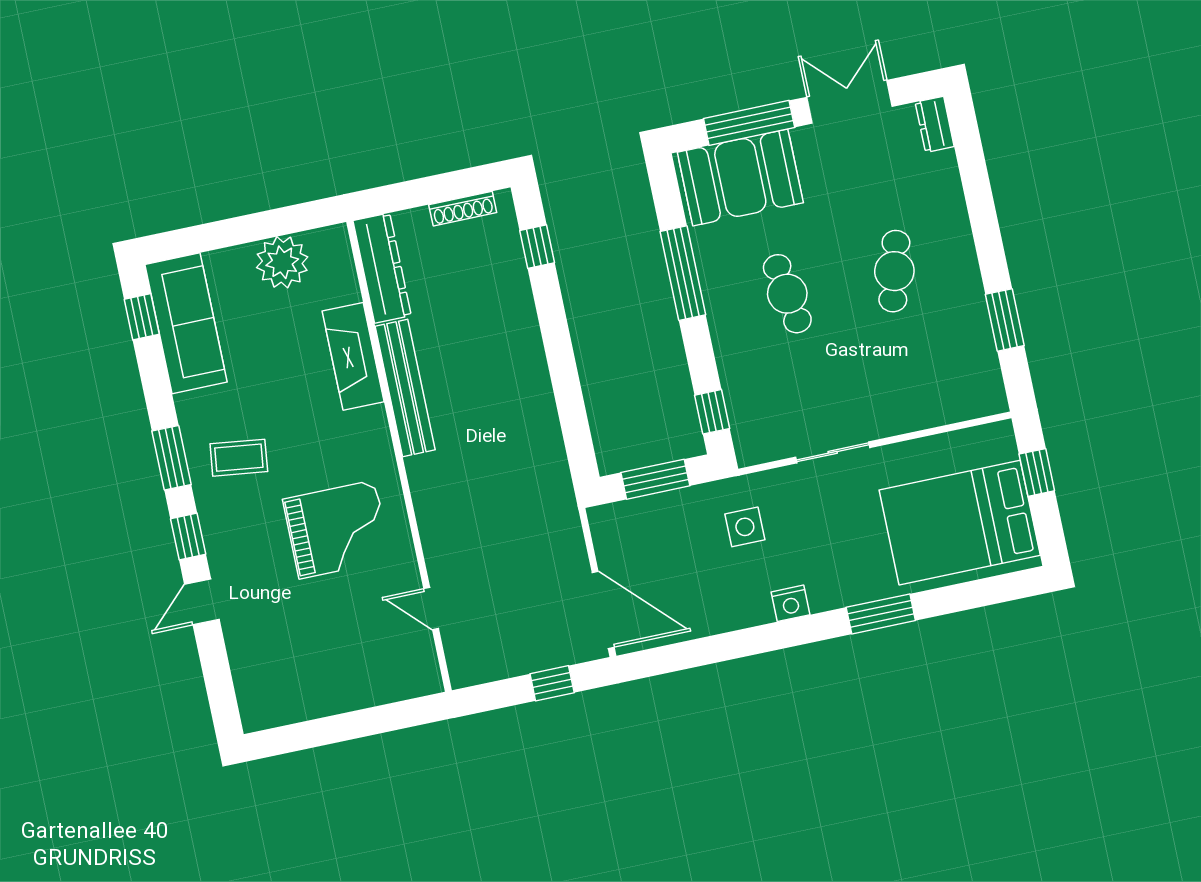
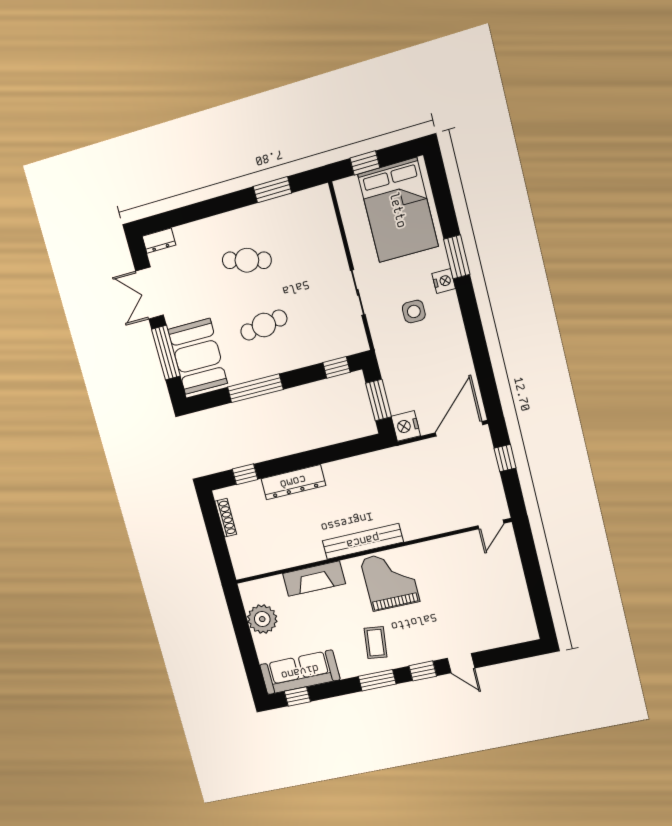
dresser: (382, 268) -> (293, 482), moved, turned 180
bench: (405, 388) -> (363, 541), moved
nightstand: (611, 523) -> (406, 426), added
side table: (745, 527) -> (414, 311), moved
grand piano: (337, 530) -> (390, 580), moved
nightstand: (790, 603) -> (444, 281), moved
door: (431, 609) -> (491, 524), moved

